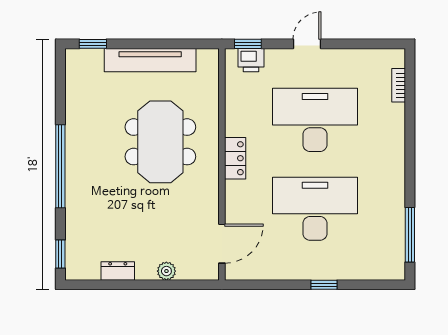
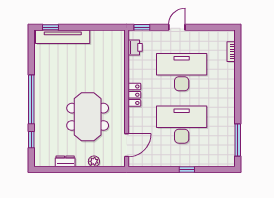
tv unit: (150, 60) -> (63, 37), moved
printer: (251, 60) -> (135, 47), moved, turned -90
meeting table: (160, 142) -> (88, 117), moved
window: (60, 254) -> (31, 140), moved

